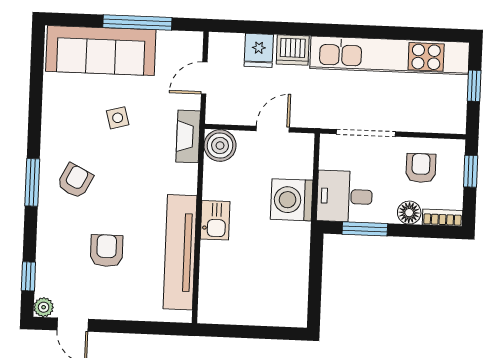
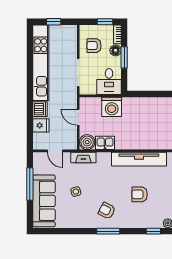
window: (471, 171) -> (105, 22), moved
kitchen sink: (215, 220) -> (105, 143), moved
window: (365, 229) -> (124, 57), moved

